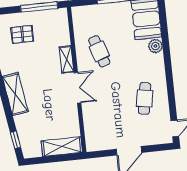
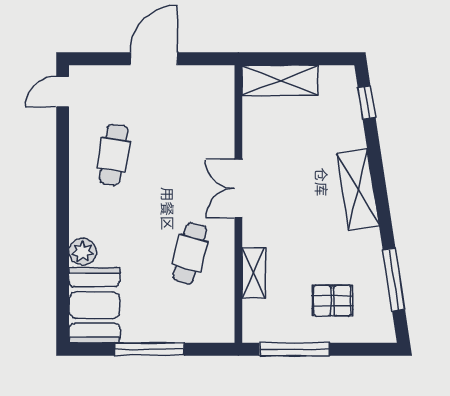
cafe table: (99, 51) -> (190, 253), turned 33
shelving: (66, 59) -> (254, 273), moved

